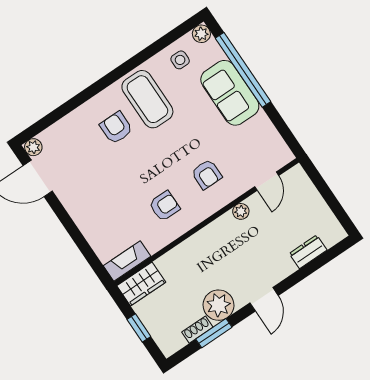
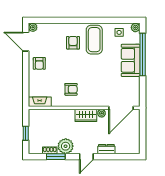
armchair: (207, 174) -> (39, 63), moved
door: (267, 181) -> (121, 108), width x1.88
dresser: (308, 252) -> (106, 149), moved
wardrobe: (141, 284) -> (86, 115), moved

